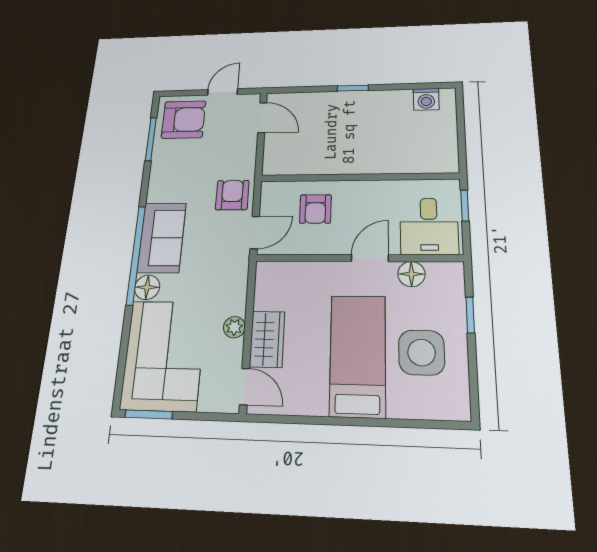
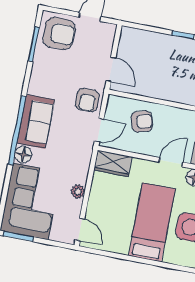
door: (262, 118) -> (111, 69), moved
armchair: (232, 195) -> (87, 100), turned 180
armchair: (315, 209) -> (142, 121), turned -107
wardrobe: (267, 339) -> (113, 164), moved, turned 90

